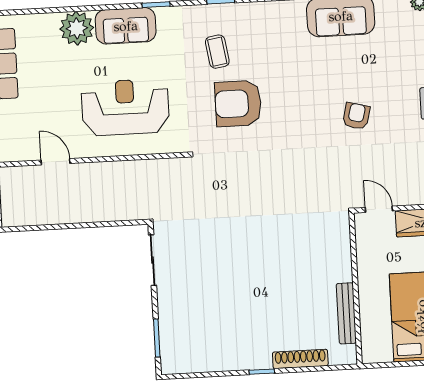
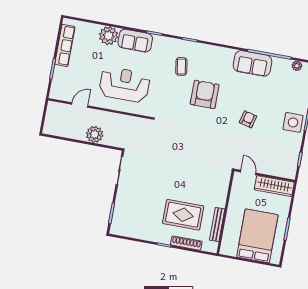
armchair: (238, 104) -> (205, 94), moved, turned 90
door: (55, 162) -> (80, 105), hinge flipped
plant: (94, 207) -> (95, 134), added
rug: (283, 311) -> (183, 215), added

